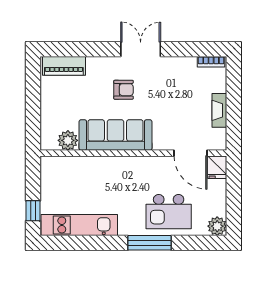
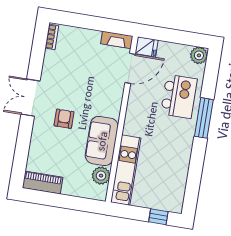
piano: (64, 66) -> (43, 183), moved, turned -90
fireplace: (219, 110) -> (117, 40), moved
sofa: (116, 135) -> (102, 141), width x0.73
kitchen unit: (79, 225) -> (126, 170), moved, turned 180

